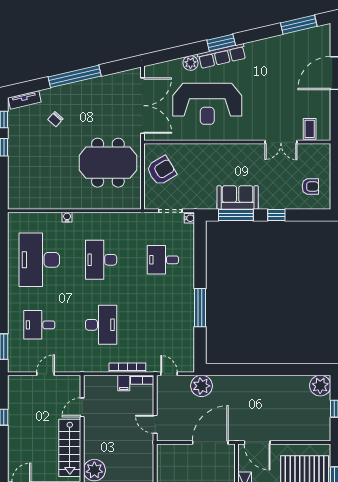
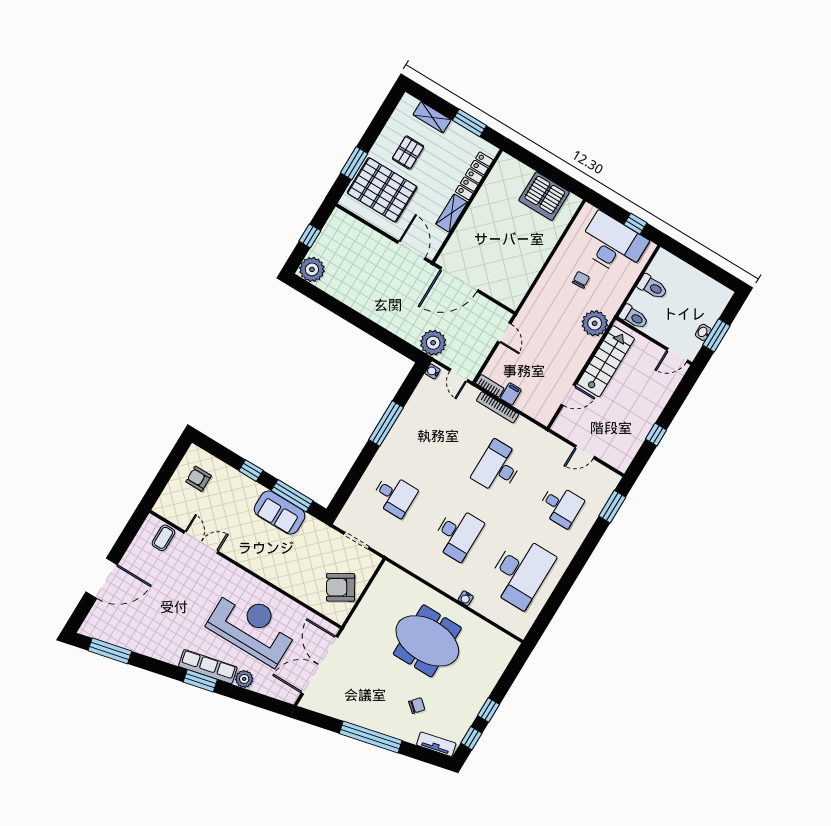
meeting table: (108, 163) -> (427, 641), moved
water cooler: (189, 218) -> (433, 371), moved

